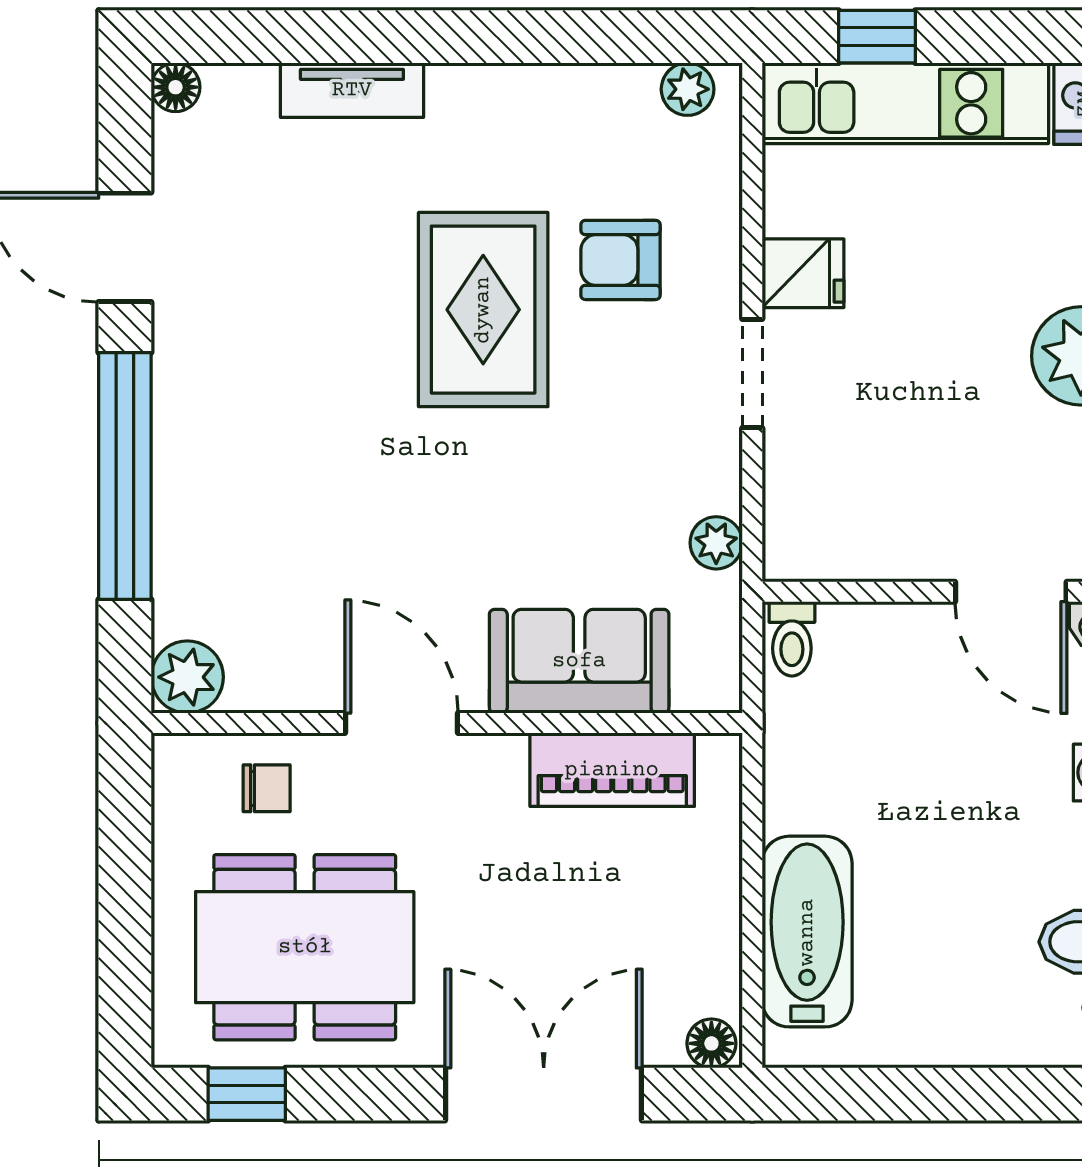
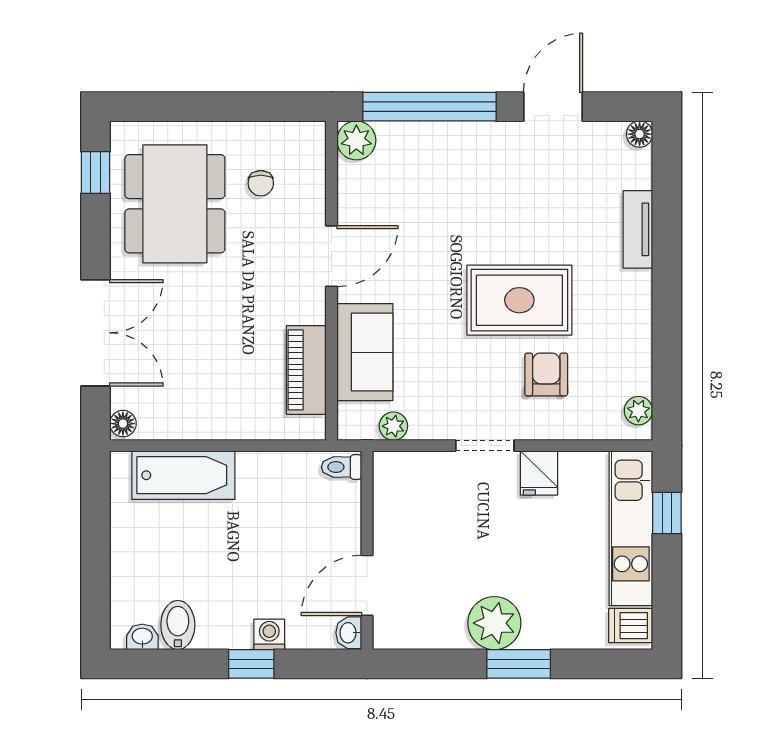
sofa: (579, 661) -> (365, 352), moved
plant: (187, 677) -> (356, 140), moved
door: (402, 723) -> (332, 256), moved
wall: (447, 723) -> (332, 281), moved
piano: (612, 770) -> (306, 370), moved

